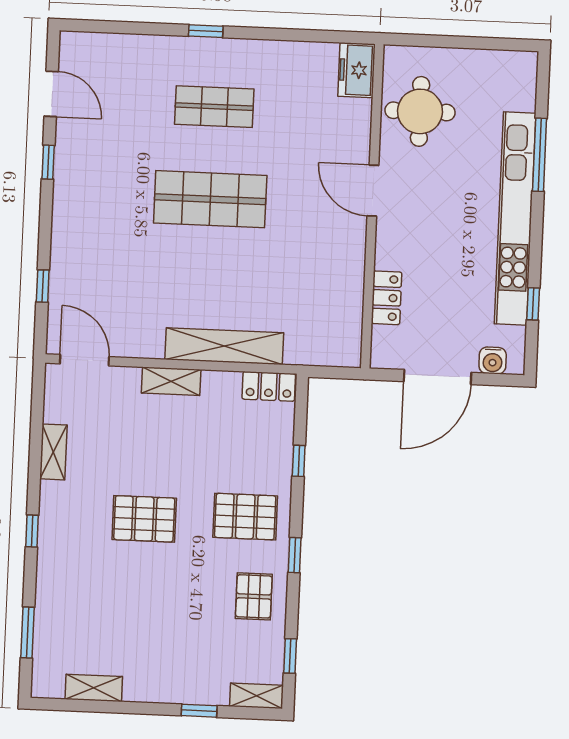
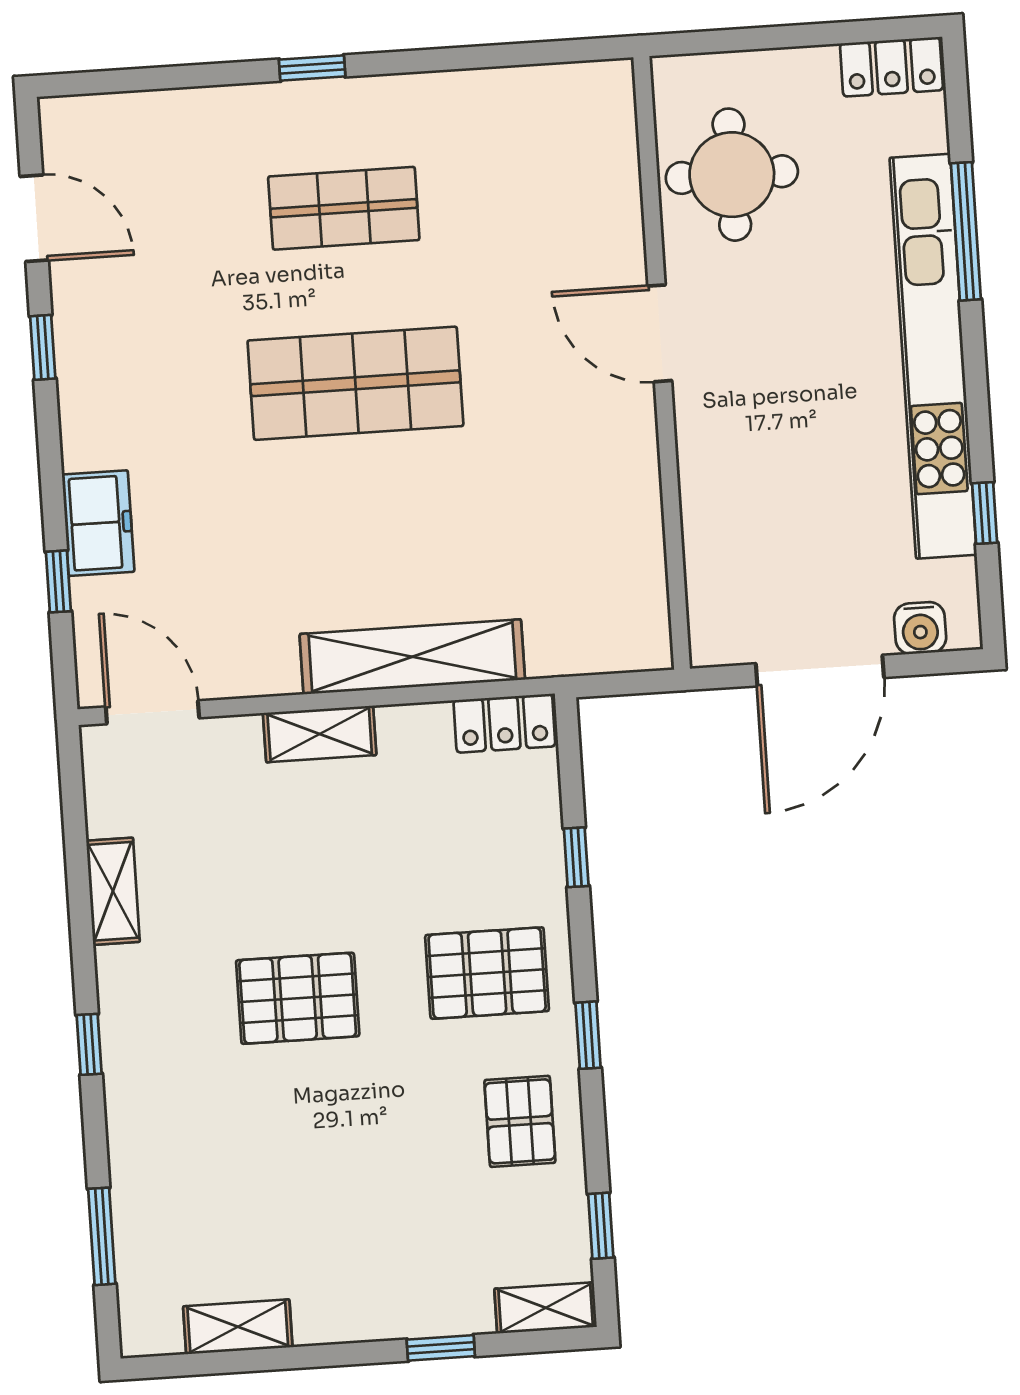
freezer: (357, 70) -> (98, 523), moved, turned 180
locker: (387, 298) -> (891, 67), moved, turned 90

